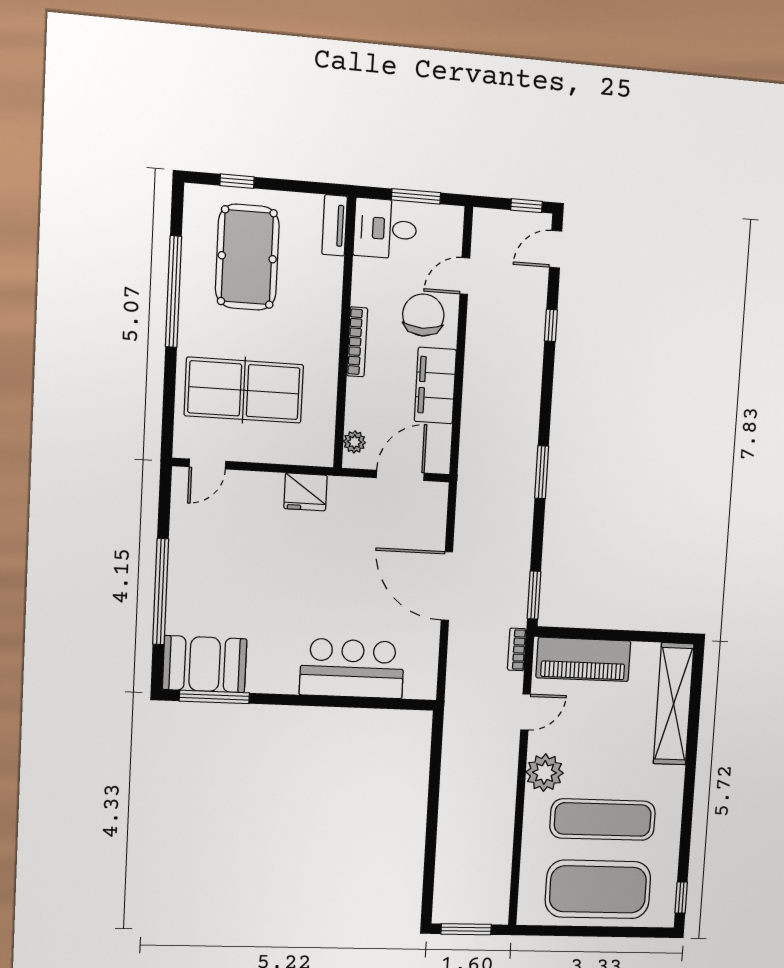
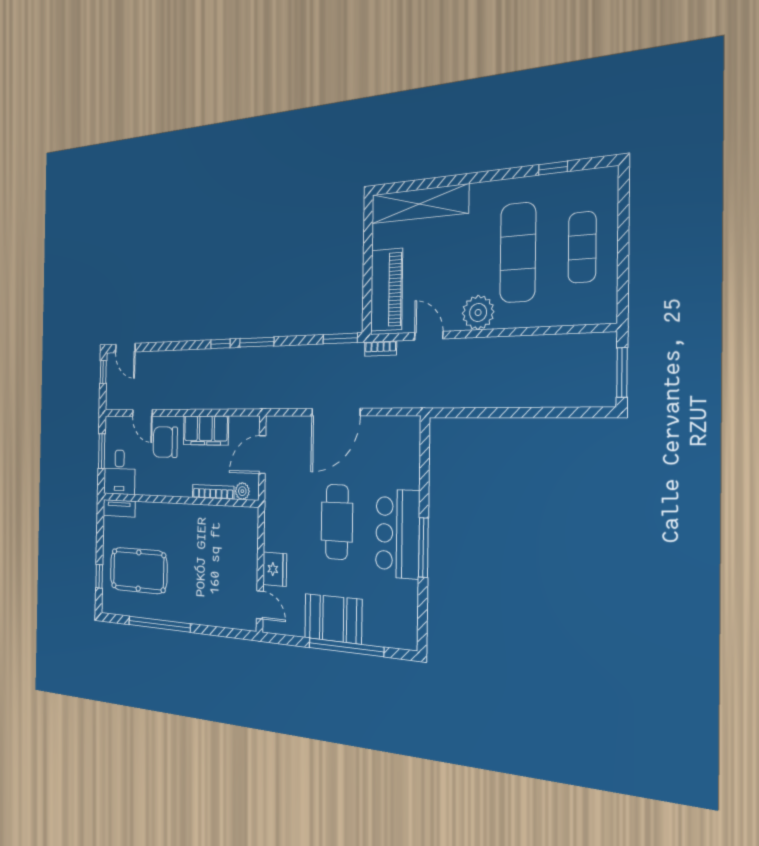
window: (551, 325) -> (220, 344), moved
bookcase: (357, 342) -> (213, 492), moved
table tennis table: (244, 390) -> (214, 575), removed
door: (400, 475) -> (262, 455), hinge flipped
fridge: (306, 492) -> (275, 569), moved
cafe table: (314, 583) -> (337, 522), added
booth: (205, 664) -> (333, 619), moved, turned 90
bar counter: (352, 668) -> (398, 534), moved
window: (214, 697) -> (423, 548), moved
exercise mat: (598, 889) -> (582, 247), width x0.50, depth x0.69
window: (681, 898) -> (553, 168), moved

